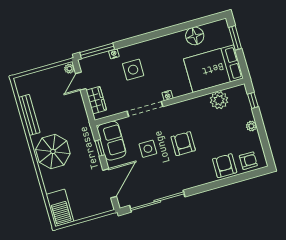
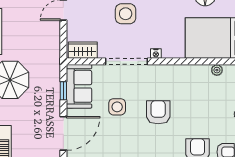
wardrobe: (96, 100) -> (83, 50), moved, turned -90
plant: (219, 100) -> (217, 70), width x0.53, depth x0.53

